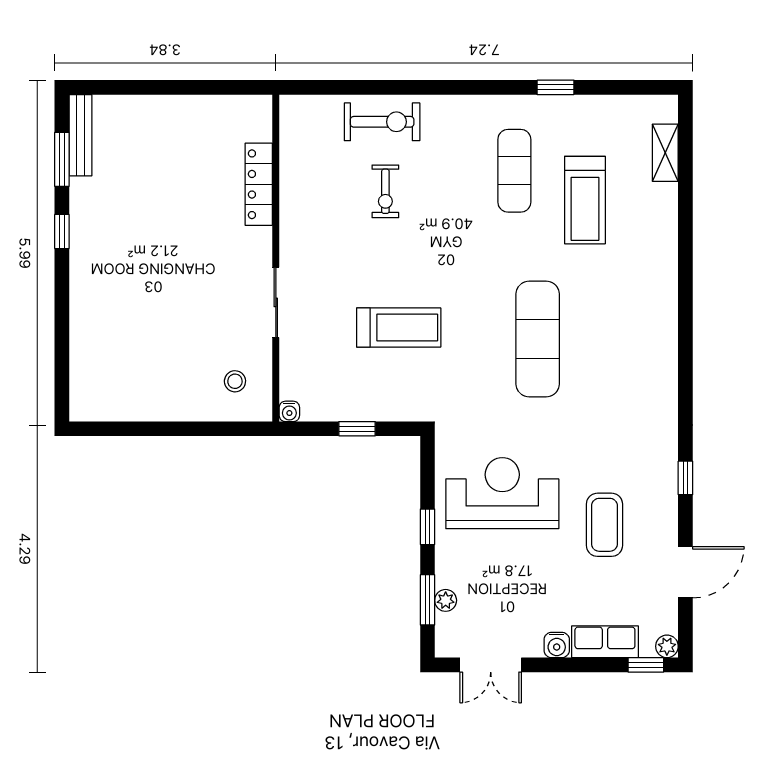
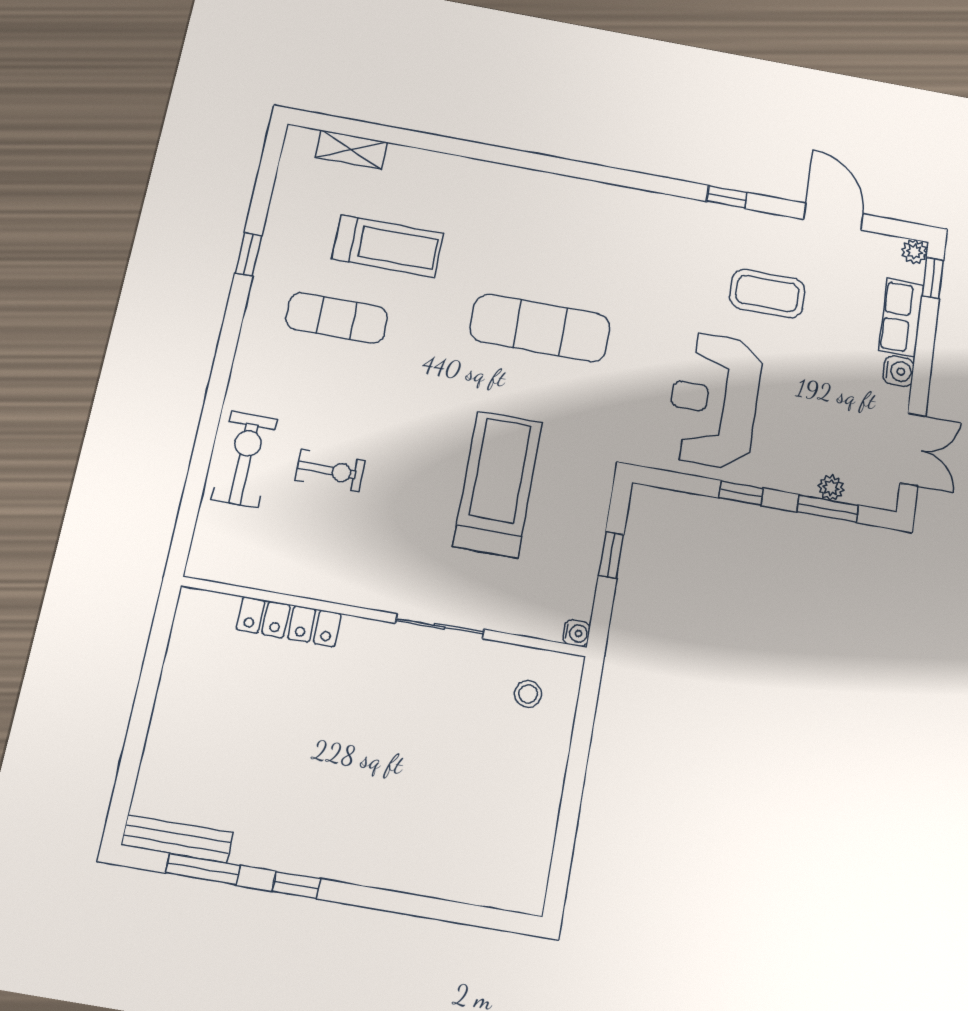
treadmill: (399, 328) -> (498, 484), width x1.37, depth x1.38

